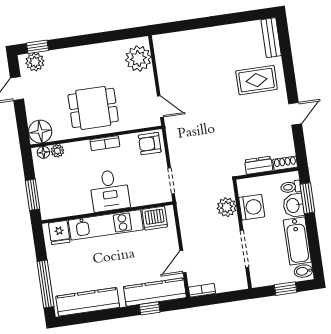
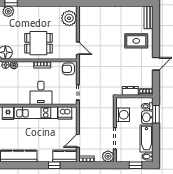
plant: (227, 207) -> (108, 156), moved
kitchen counter: (155, 292) -> (65, 156), width x0.67

